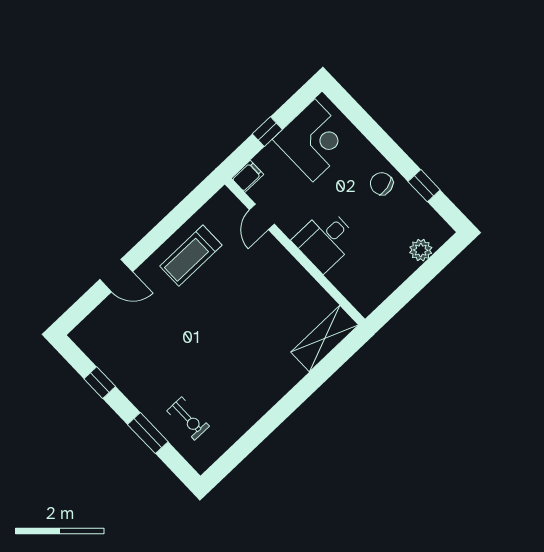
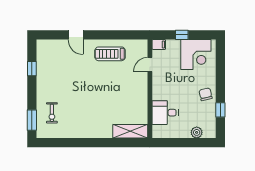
desk: (325, 240) -> (165, 113), moved
window: (148, 433) -> (32, 120), moved

